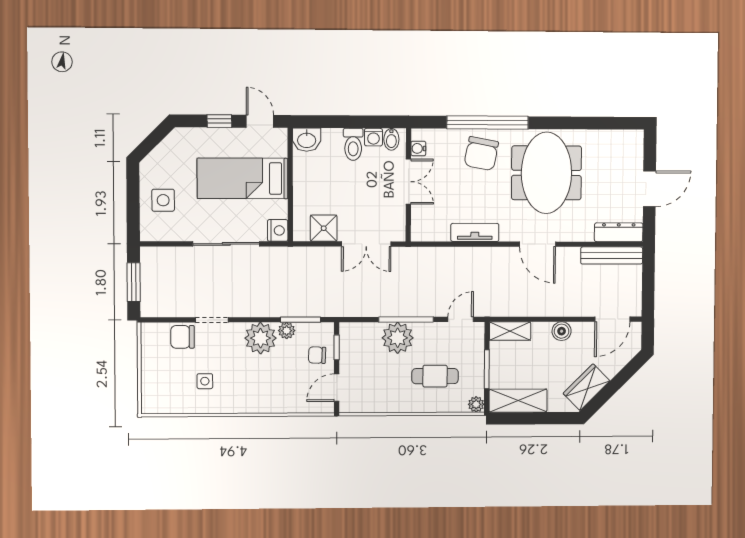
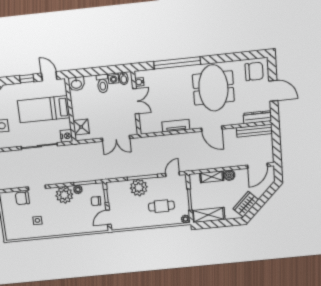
chair: (481, 154) -> (254, 71), moved, turned -101
door: (649, 189) -> (273, 91), hinge flipped
shower: (324, 228) -> (81, 127), moved
shelving: (510, 331) -> (212, 177), moved

